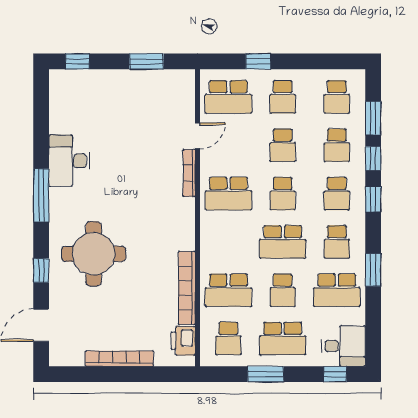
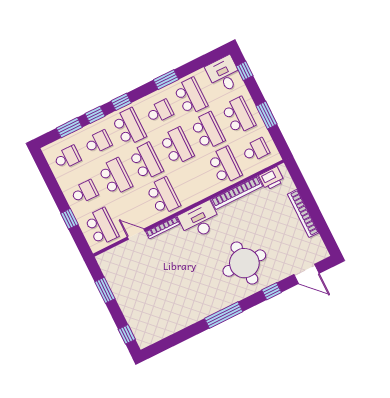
school desk: (283, 145) -> (115, 177), width x1.85
desk: (69, 161) -> (200, 221), moved, turned 180
school desk: (283, 194) -> (146, 162), width x1.85
school desk: (337, 194) -> (129, 127), width x1.85
school desk: (283, 290) -> (208, 131), width x1.85

